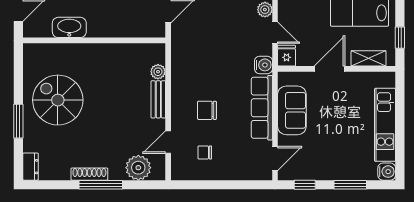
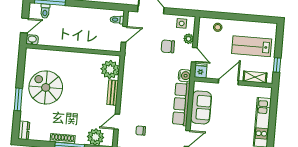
washbasin: (69, 27) -> (32, 40), moved, width x0.52, depth x0.69
plant: (158, 72) -> (110, 69), width x1.87, depth x1.87
chair: (207, 110) -> (168, 46), moved

